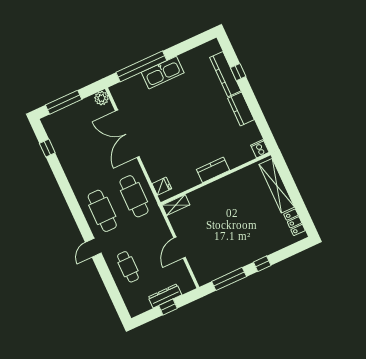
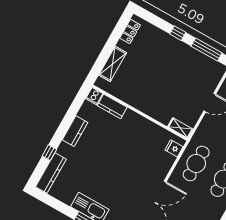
kitchen counter: (225, 74) -> (51, 173), moved
kitchen counter: (213, 170) -> (112, 106), moved
shelving: (277, 186) -> (113, 64), width x0.68

